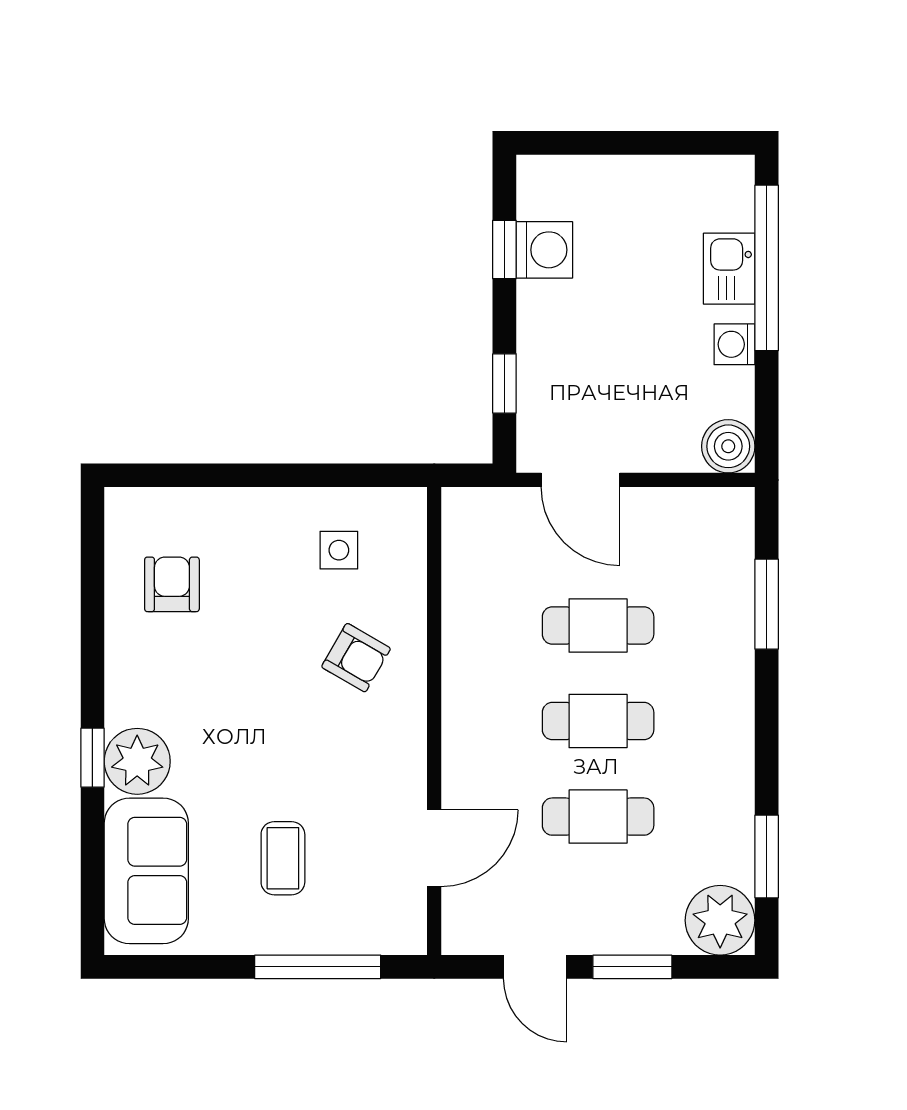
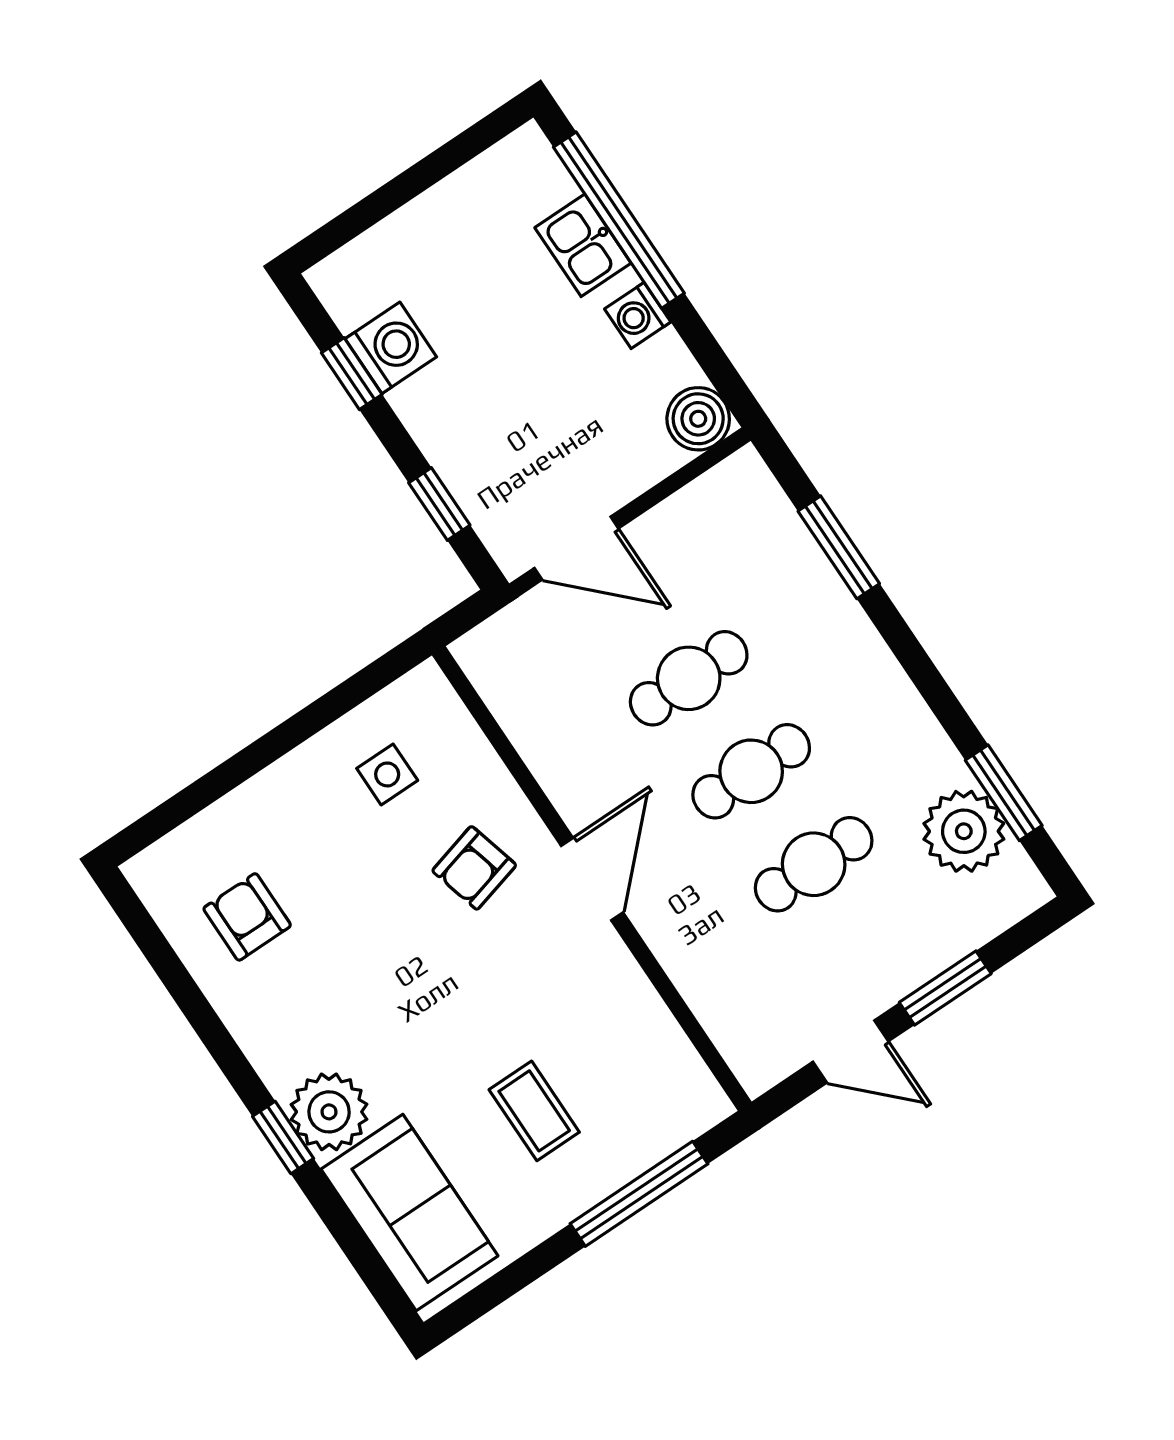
armchair: (356, 658) -> (474, 868), turned 135
door: (434, 848) -> (592, 879), moved
plant: (720, 920) -> (964, 831), moved

